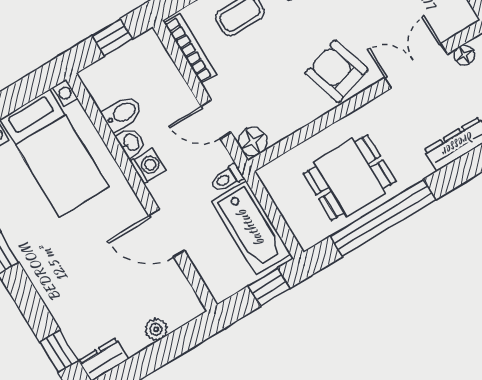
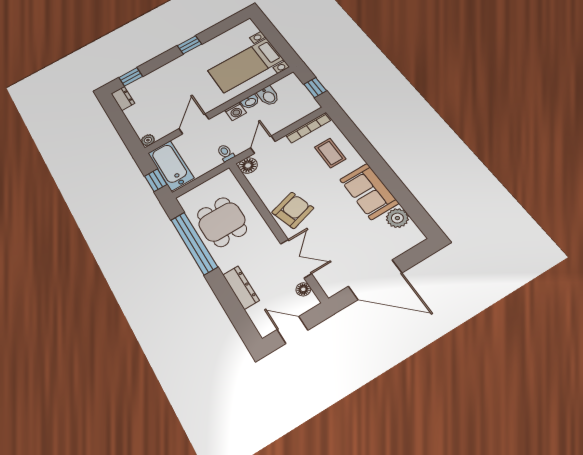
bathtub: (251, 228) -> (171, 166), moved, turned 90
plant: (156, 329) -> (148, 140), moved

